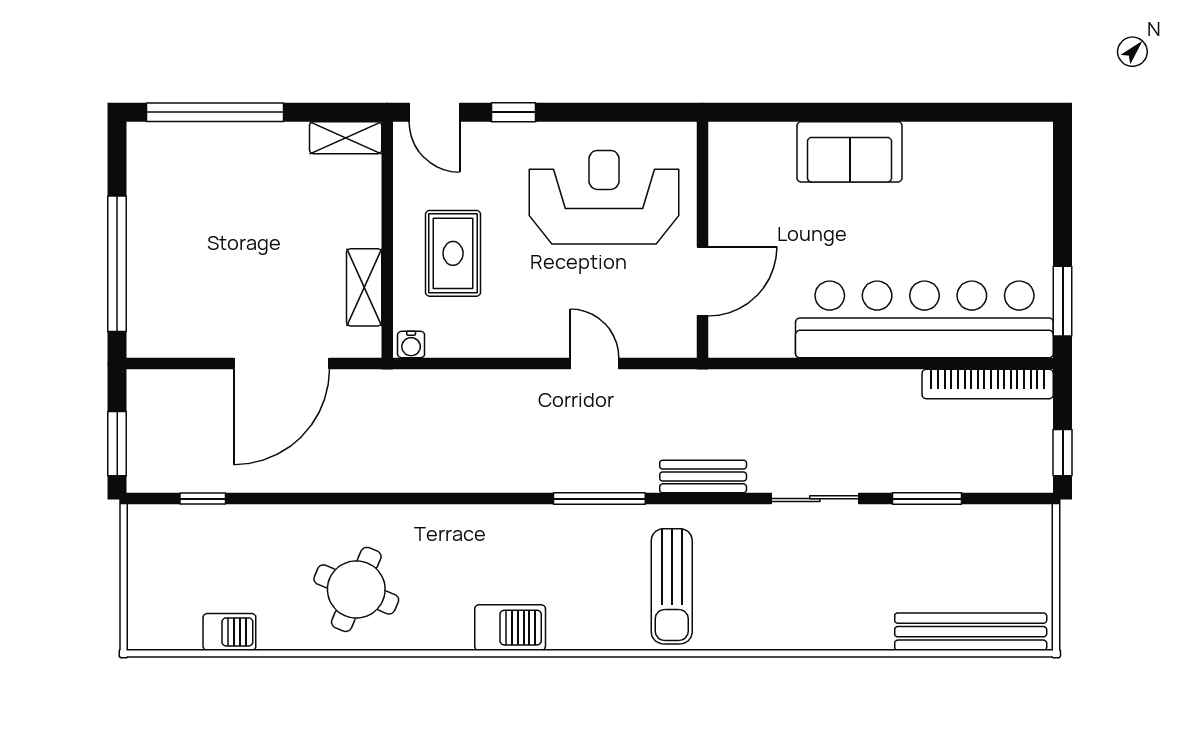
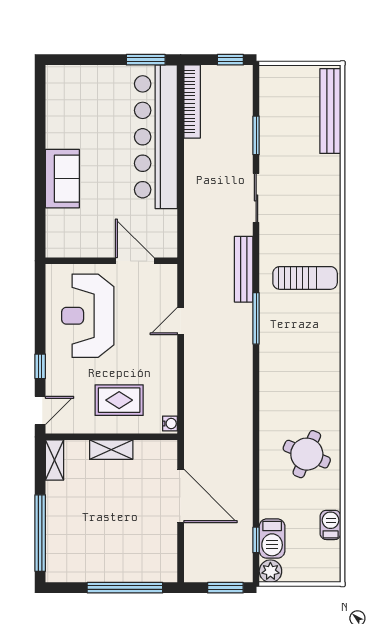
shelving: (364, 287) -> (111, 450), moved
bench: (703, 476) -> (244, 269), width x1.36
plant: (147, 524) -> (270, 571), added
barbecue: (510, 628) -> (272, 539), moved, turned 180

